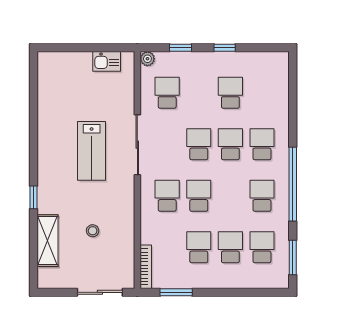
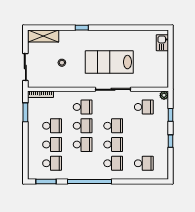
kitchen sink: (107, 61) -> (162, 43), moved
school desk: (230, 93) -> (144, 163), moved
lab bench: (92, 151) -> (109, 62), width x1.36, depth x1.39
school desk: (262, 196) -> (83, 144), moved
shelving: (48, 241) -> (43, 36), moved

